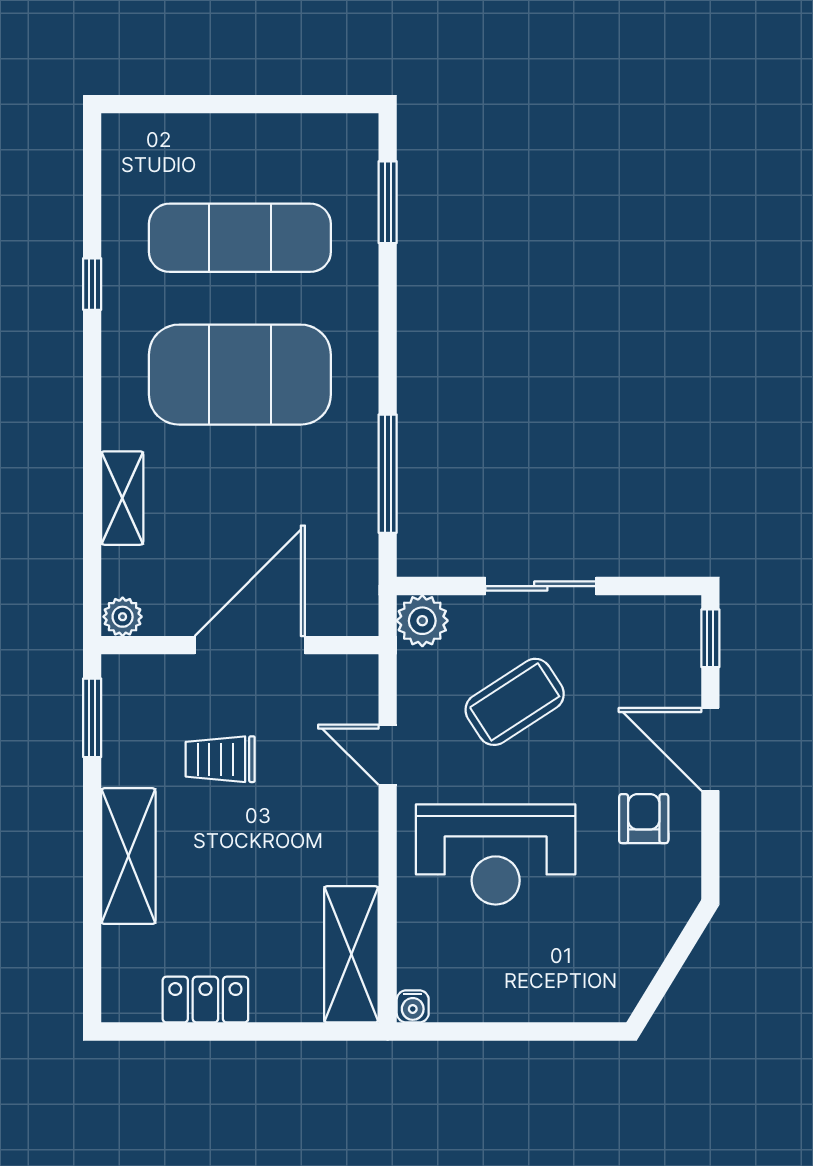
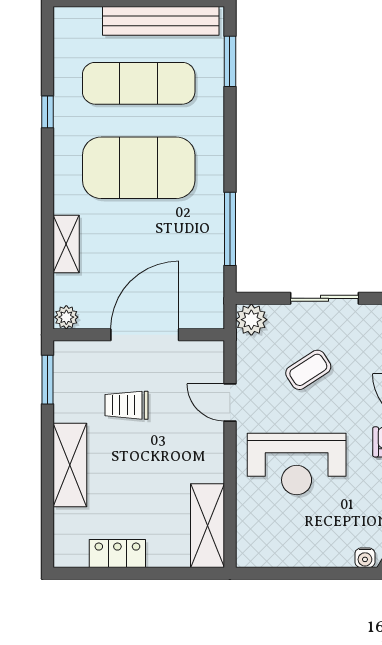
bench: (276, 137) -> (161, 21), added
coffee table: (515, 702) -> (308, 370), width x0.73, depth x0.77
water cooler: (413, 1006) -> (365, 558), moved

